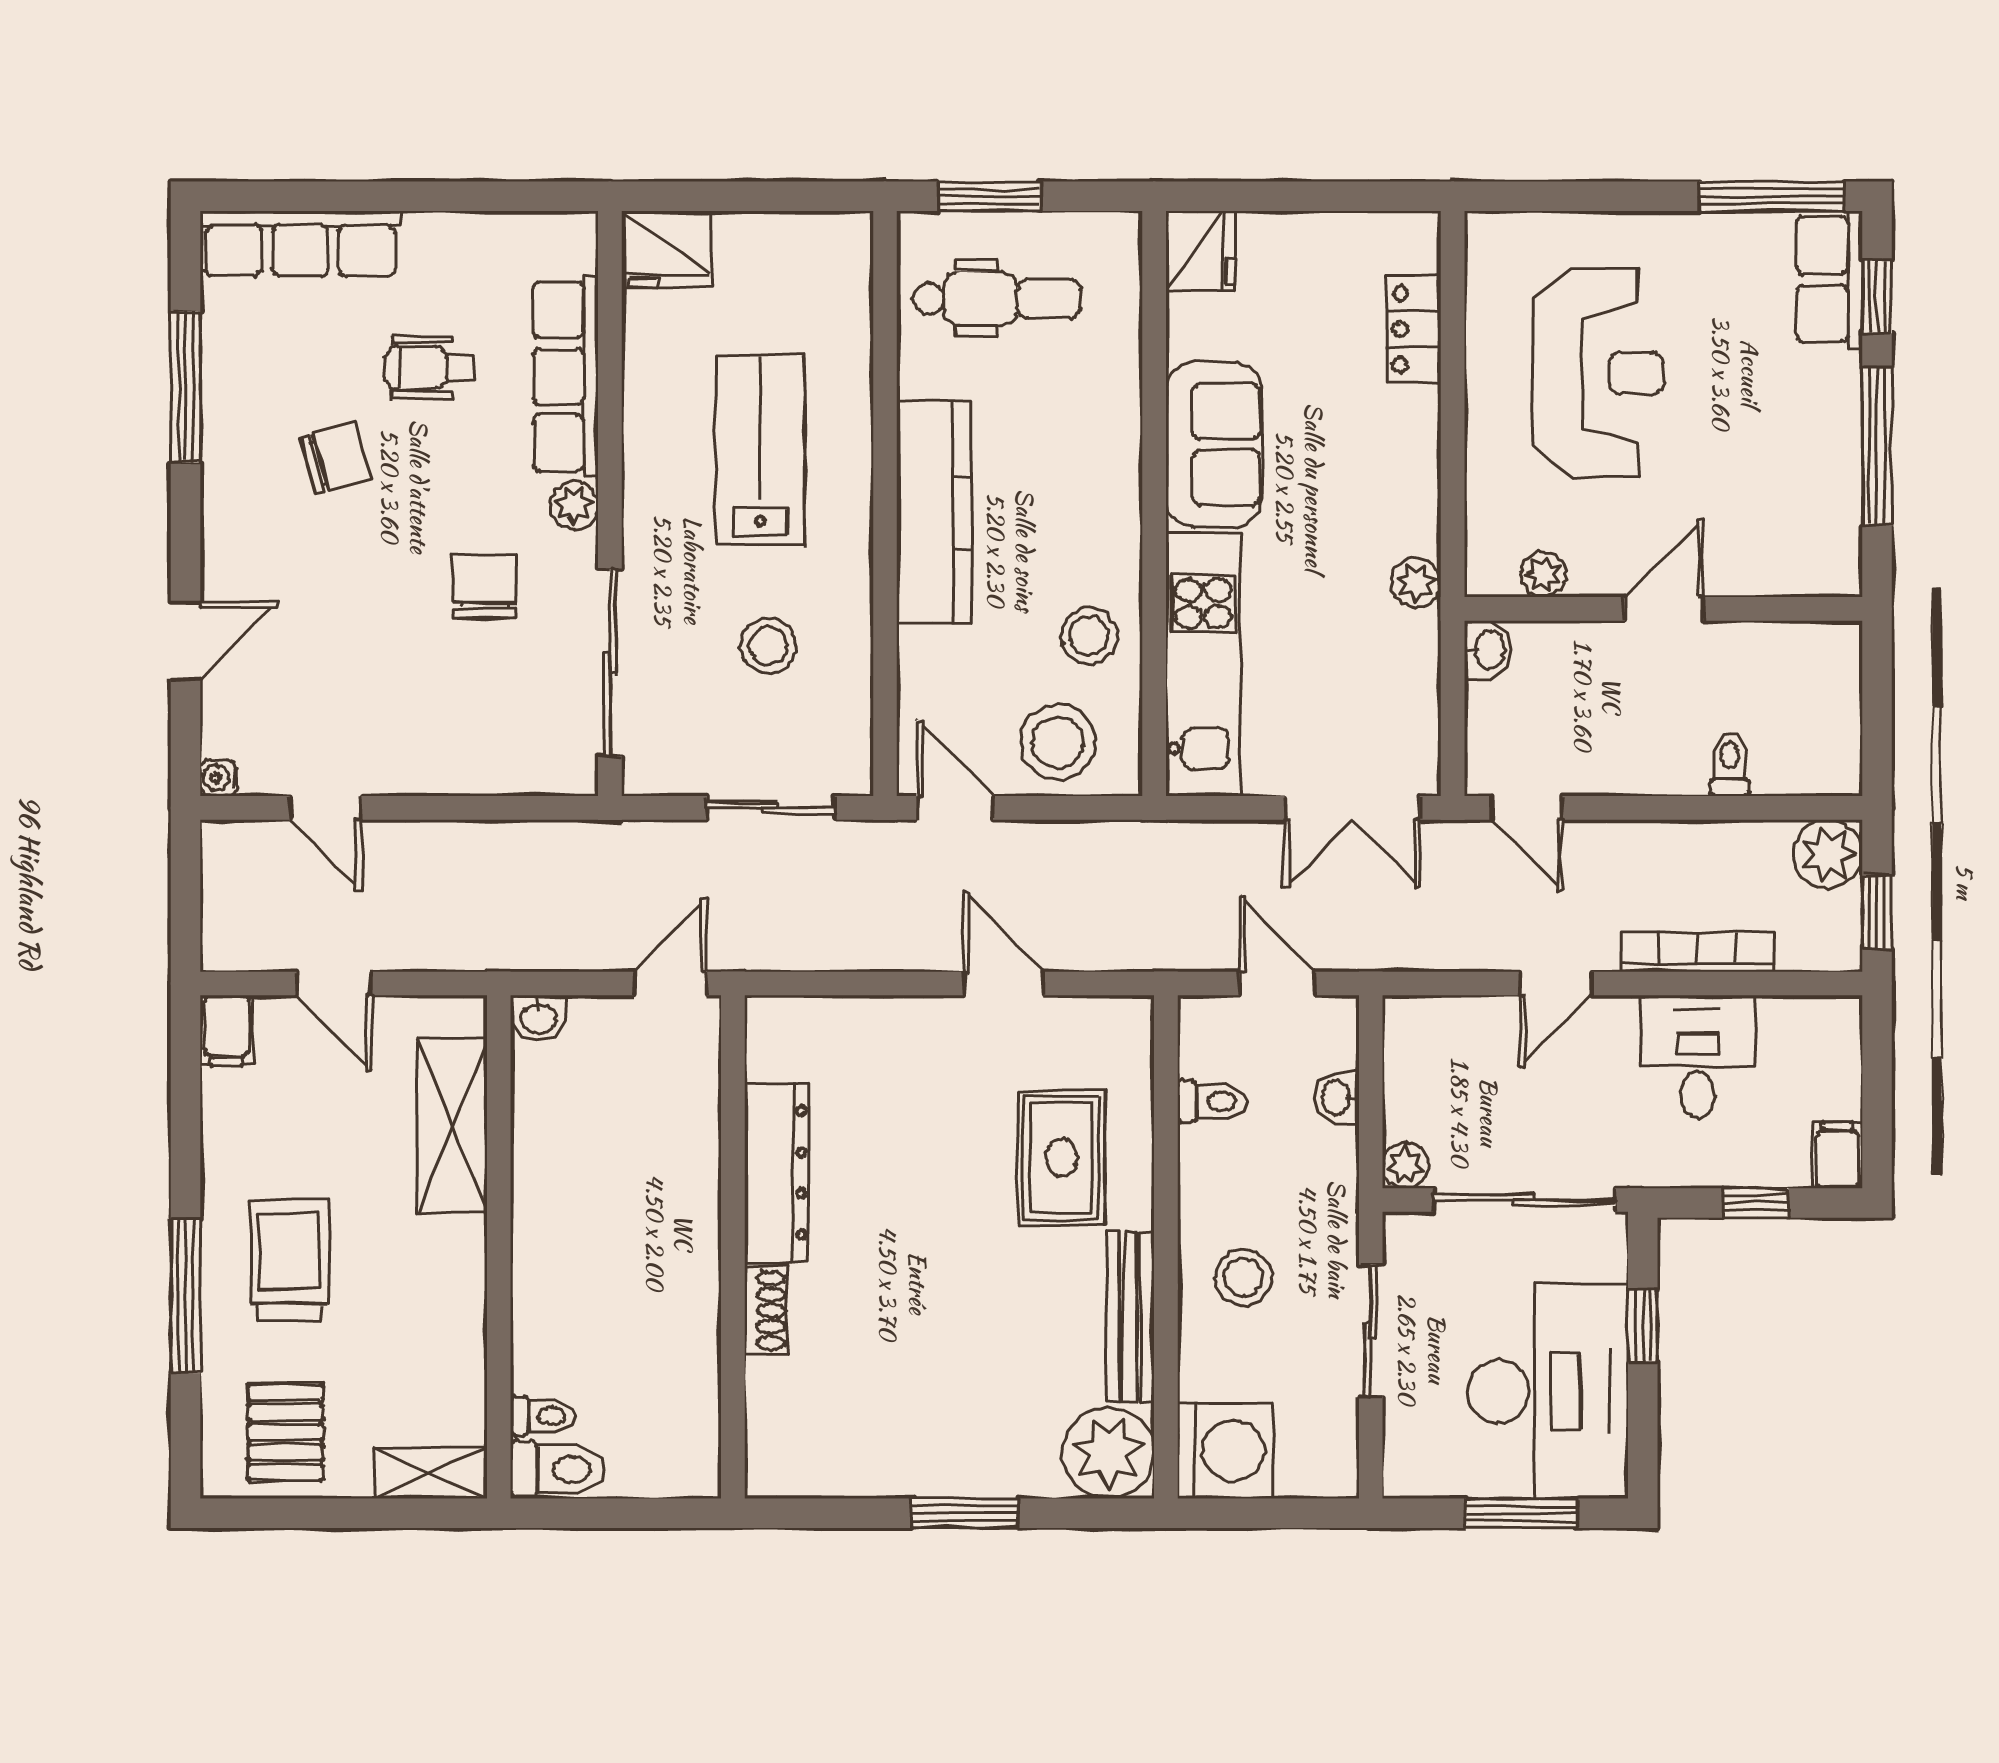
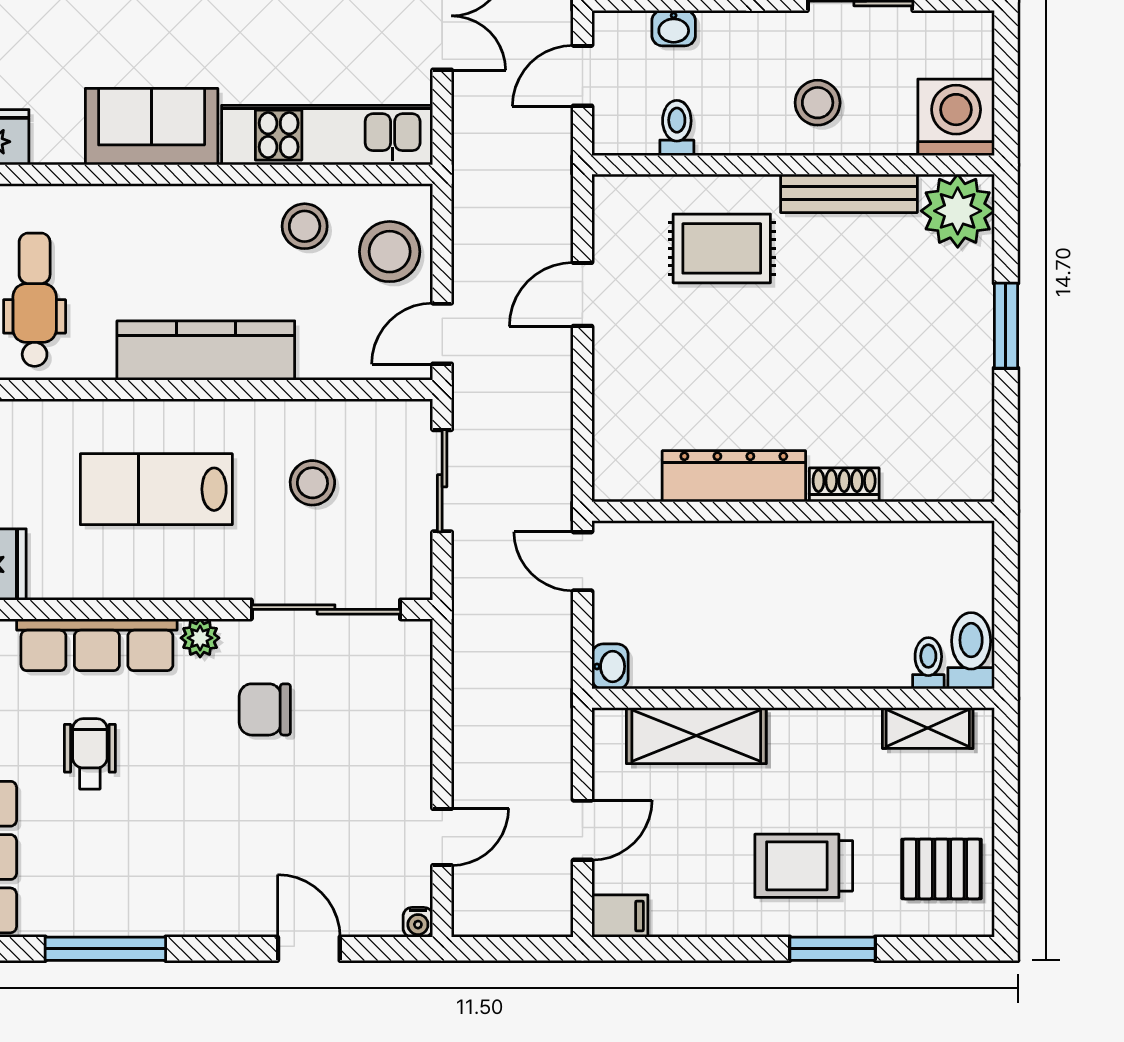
wheelchair: (429, 367) -> (90, 754), turned 180
chair: (335, 458) -> (162, 829), removed
window: (186, 1296) -> (832, 949), width x0.69
shelving: (430, 1473) -> (928, 728), moved, turned 90

